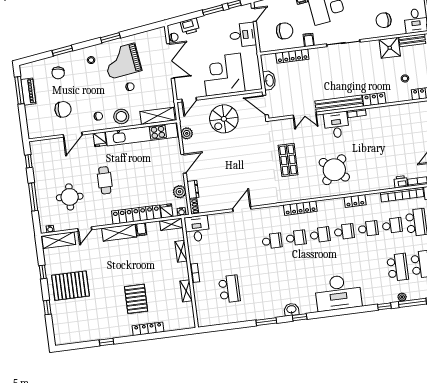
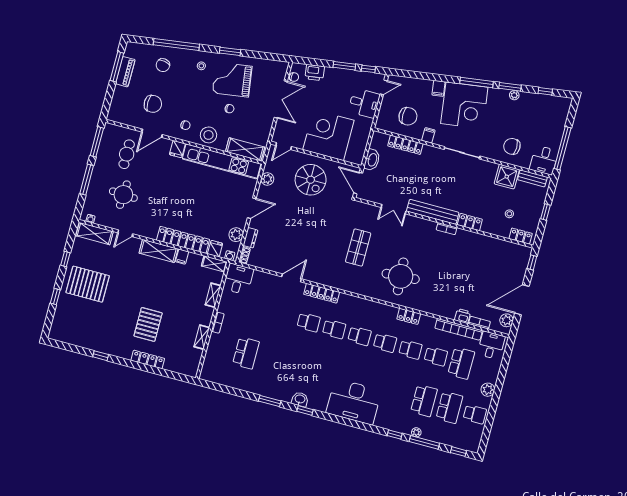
window: (62, 51) -> (176, 45), width x2.11
spiral stairs: (224, 119) -> (311, 180), turned -90
desk: (336, 125) -> (421, 232), removed
window: (29, 161) -> (97, 142), width x2.17
round table: (334, 170) -> (401, 276), turned 45
cafe table: (105, 180) -> (127, 154), moved
locker: (300, 208) -> (322, 293), moved

